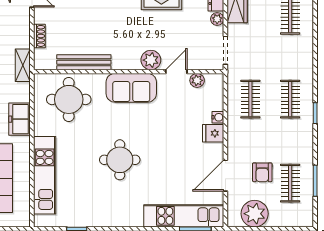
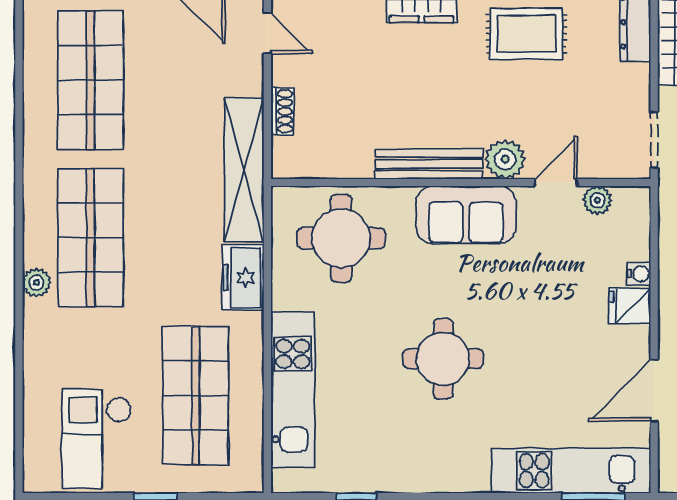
plant: (217, 19) -> (638, 77), removed
bench: (84, 62) -> (429, 164), moved
shelving: (23, 65) -> (244, 170), width x2.20, depth x1.33

